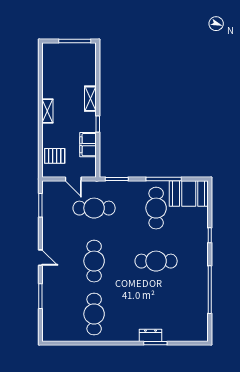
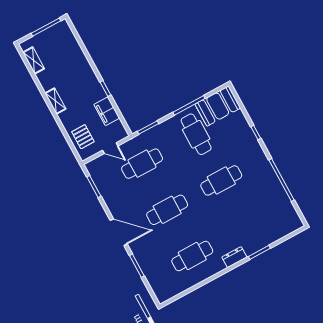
shelving: (90, 99) -> (34, 60), moved
pallet: (55, 156) -> (83, 137), turned 90
door: (40, 258) -> (119, 232), width x1.88
cafe table: (94, 261) -> (167, 210), turned 90
cafe table: (94, 314) -> (192, 256), turned 90
dresser: (150, 335) -> (234, 257), moved

